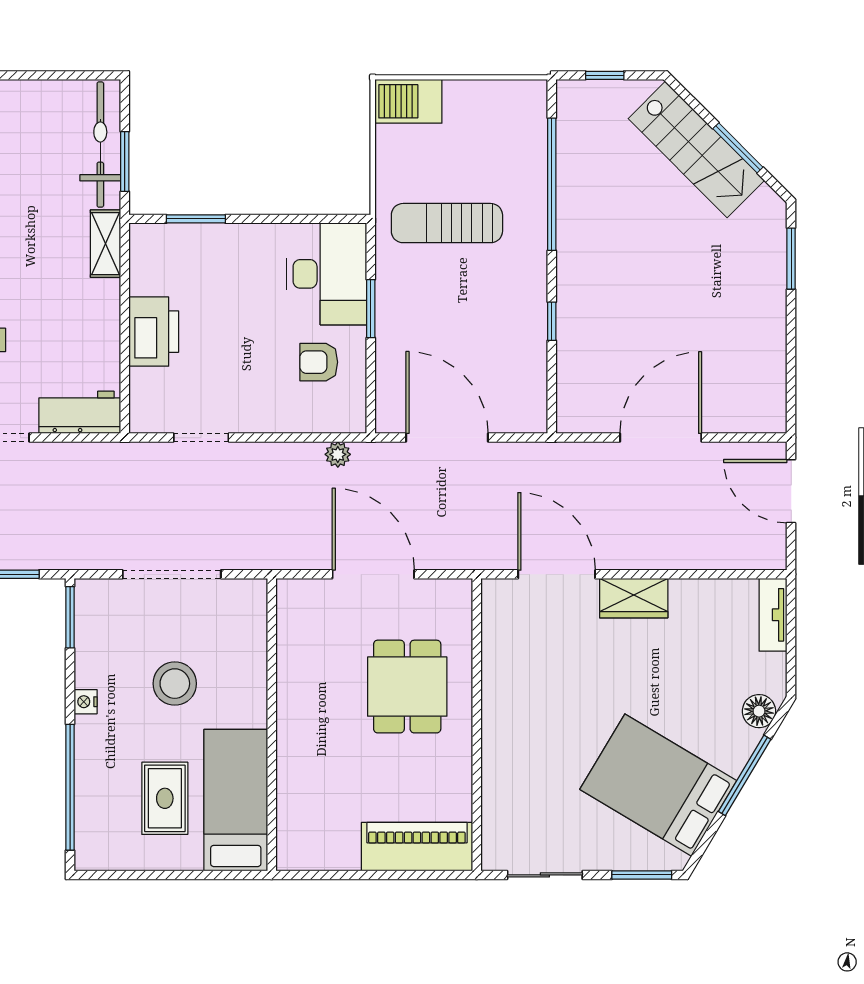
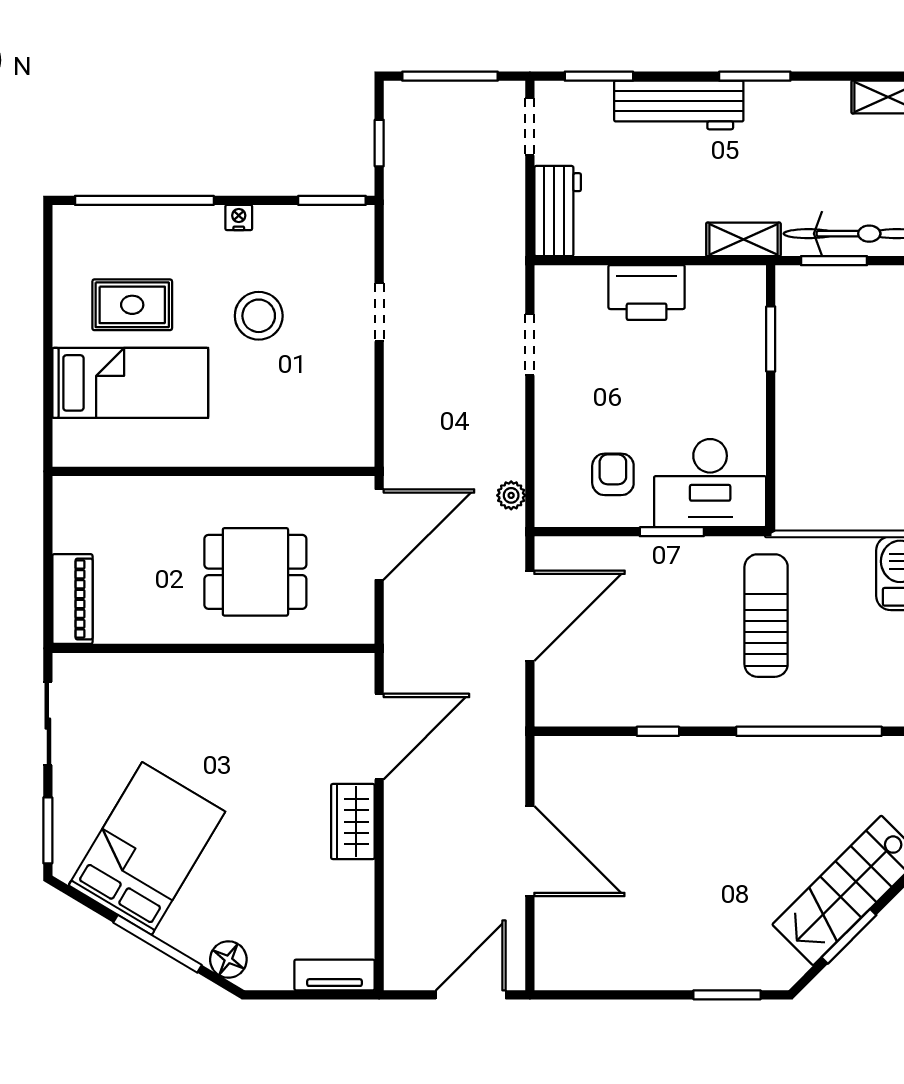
doorway: (172, 574) -> (379, 312), width x0.53
wall: (272, 725) -> (214, 471), moved
piano: (417, 847) -> (72, 599), width x0.73, depth x0.75

